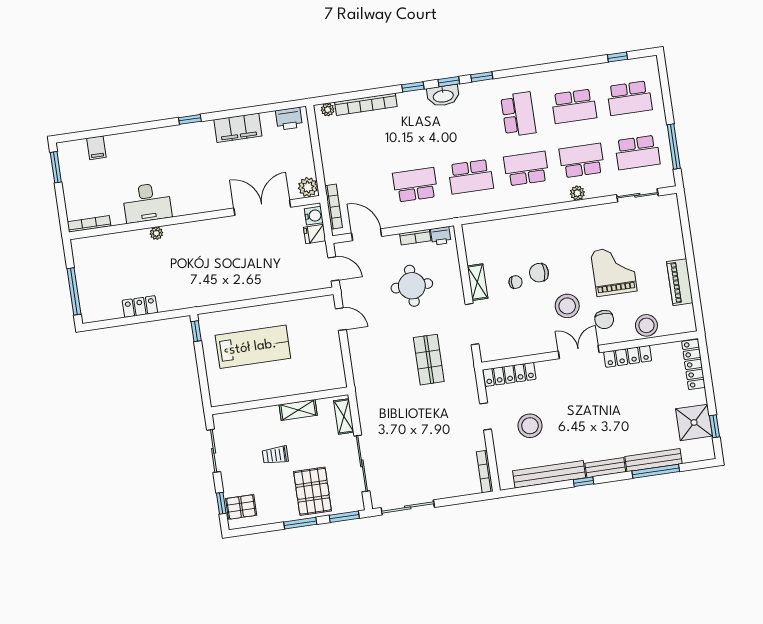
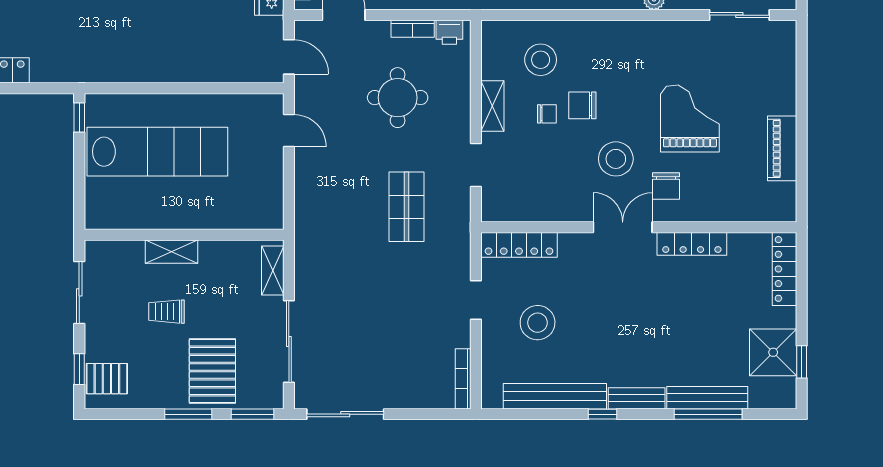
doorway: (472, 324) -> (476, 165), width x0.73
stool: (646, 325) -> (541, 60), moved
lab bench: (253, 347) -> (157, 152), width x1.36
shelving: (298, 410) -> (172, 252), moved

